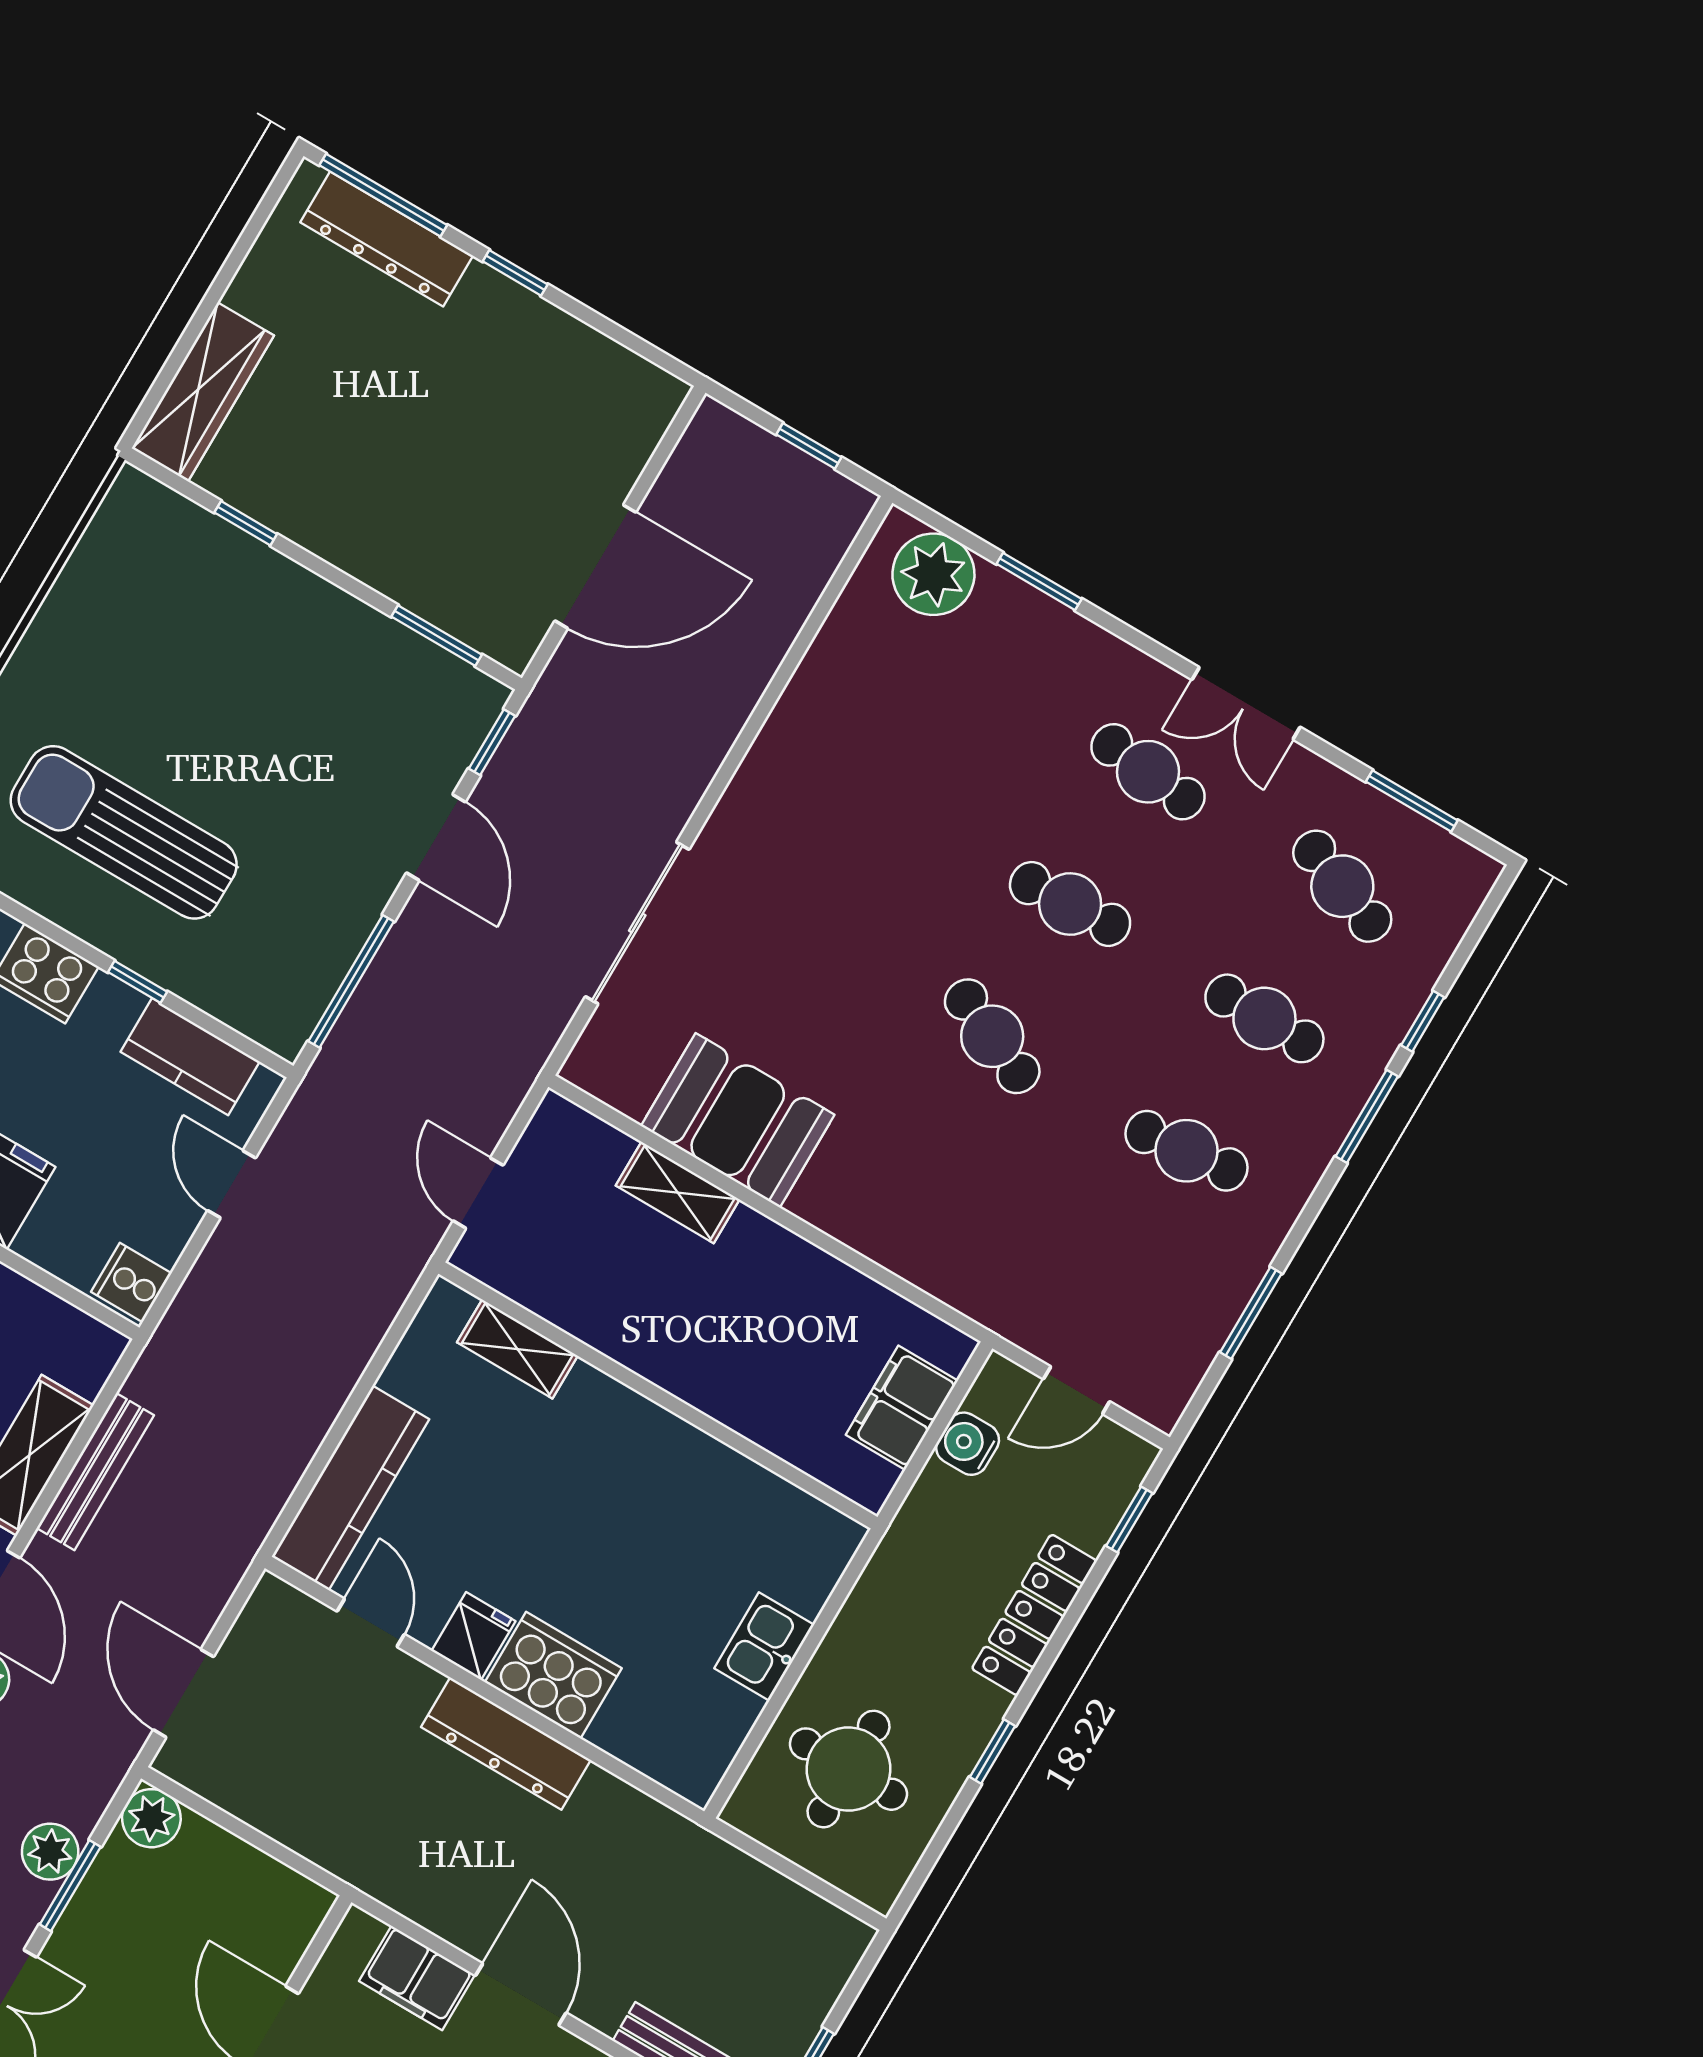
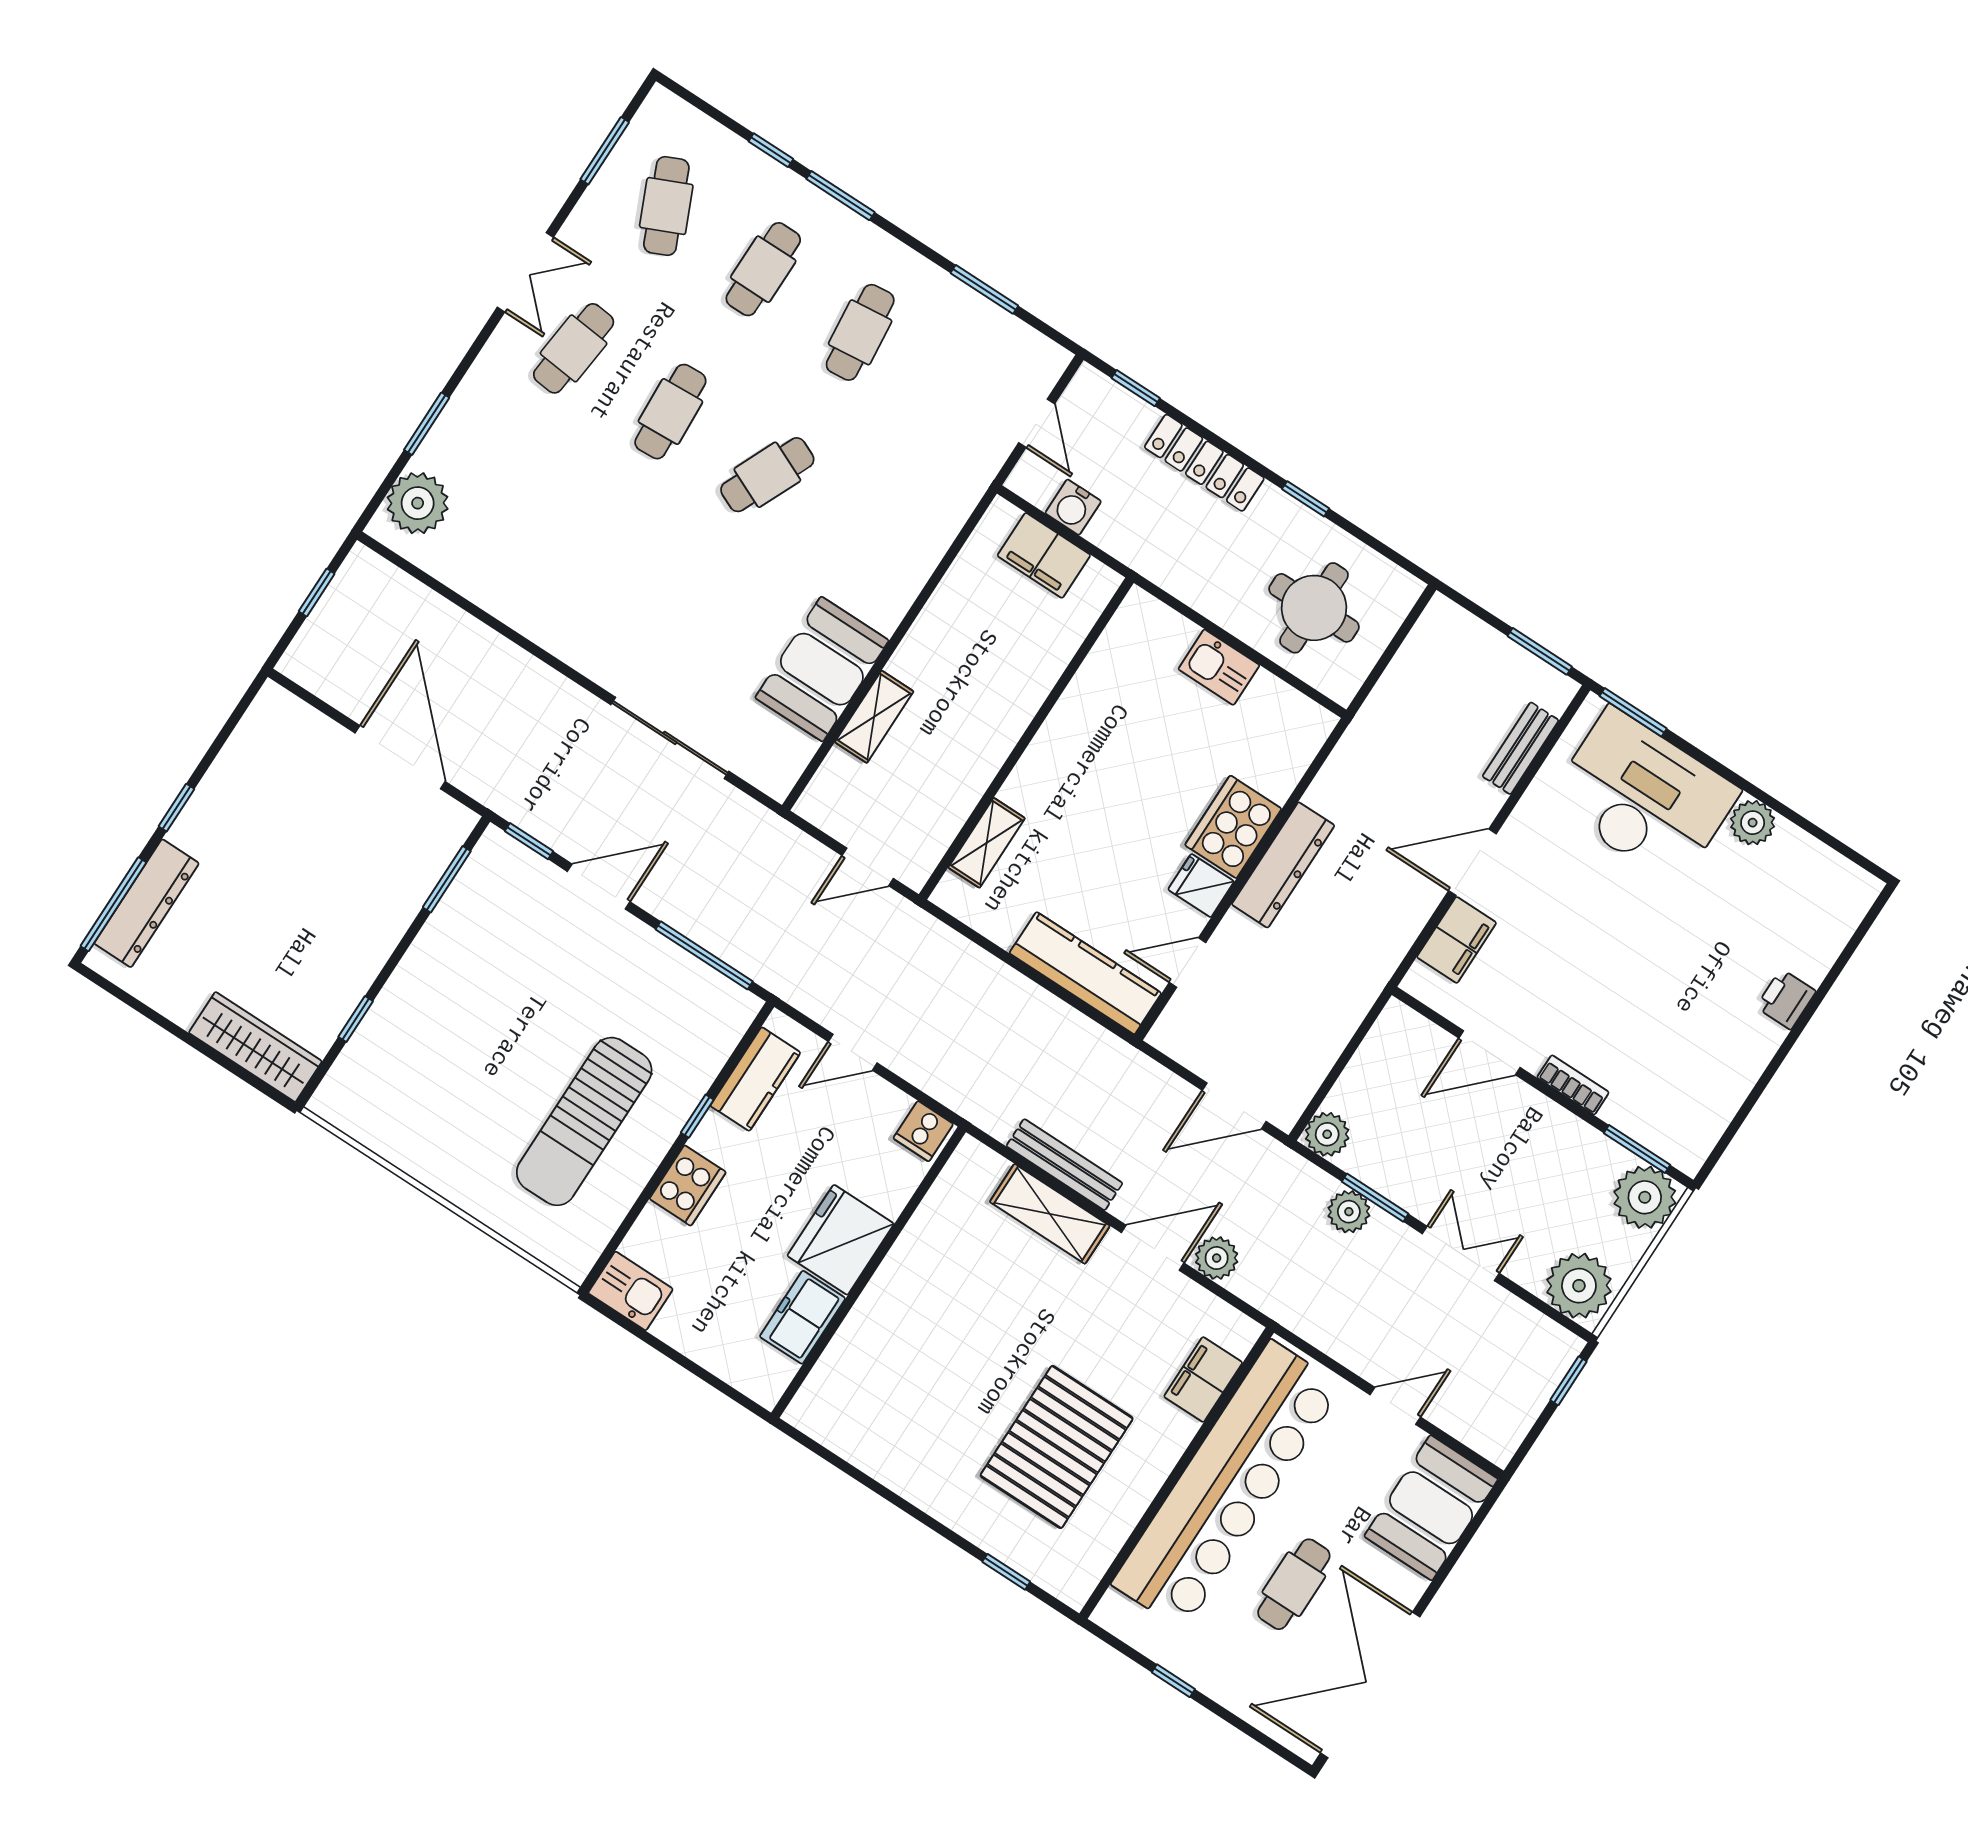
cafe table: (1342, 886) -> (666, 206), turned -45

